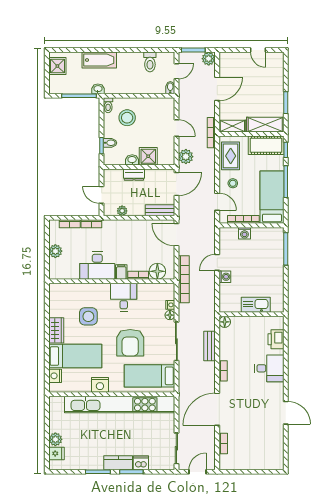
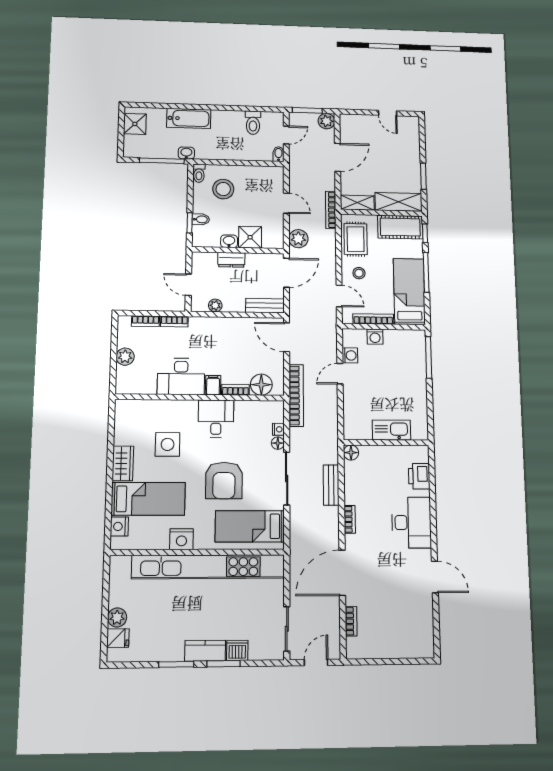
washing machine: (225, 277) -> (350, 355), moved
desk: (269, 368) -> (411, 523), width x1.37

